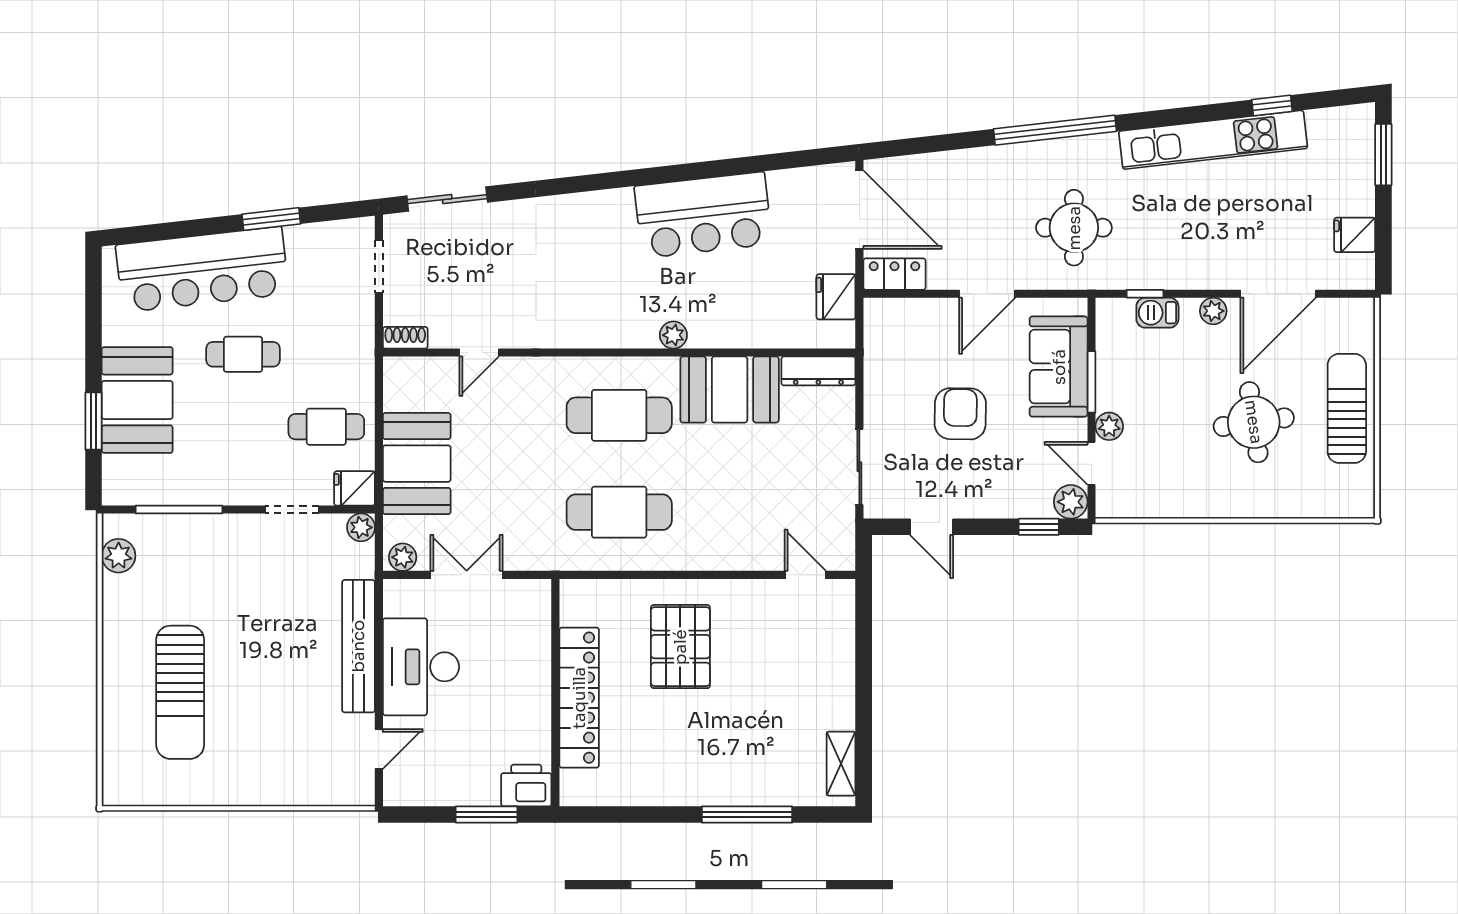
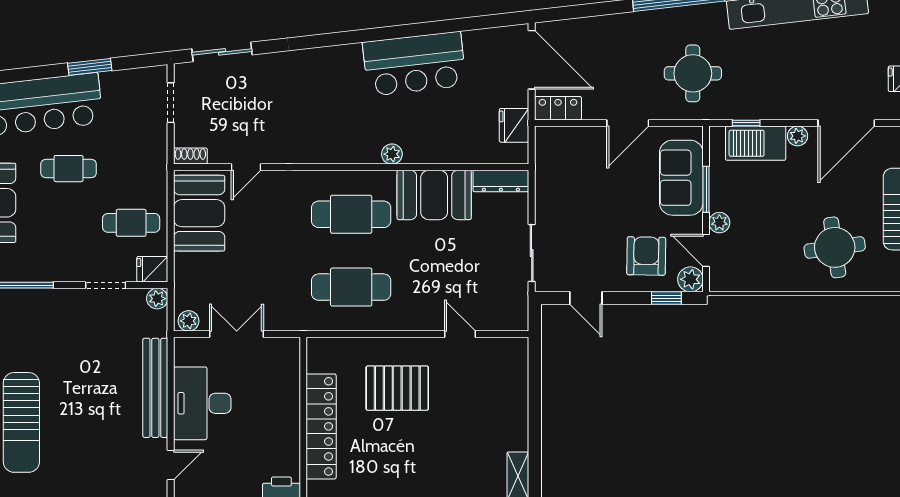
barbecue: (1157, 313) -> (756, 143), width x1.88, depth x1.53
armchair: (960, 414) -> (646, 256), moved
round table: (1254, 422) -> (835, 247), moved
booth: (417, 464) -> (199, 213), moved
door: (805, 575) -> (460, 334), moved
pallet: (680, 647) -> (397, 388), turned 90

